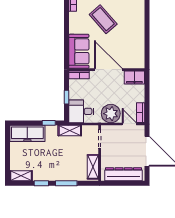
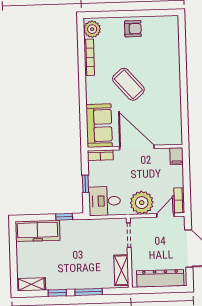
filing cabinet: (134, 78) -> (176, 156), width x0.50
door: (129, 124) -> (165, 215), hinge flipped
shelving: (70, 131) -> (91, 226), removed

